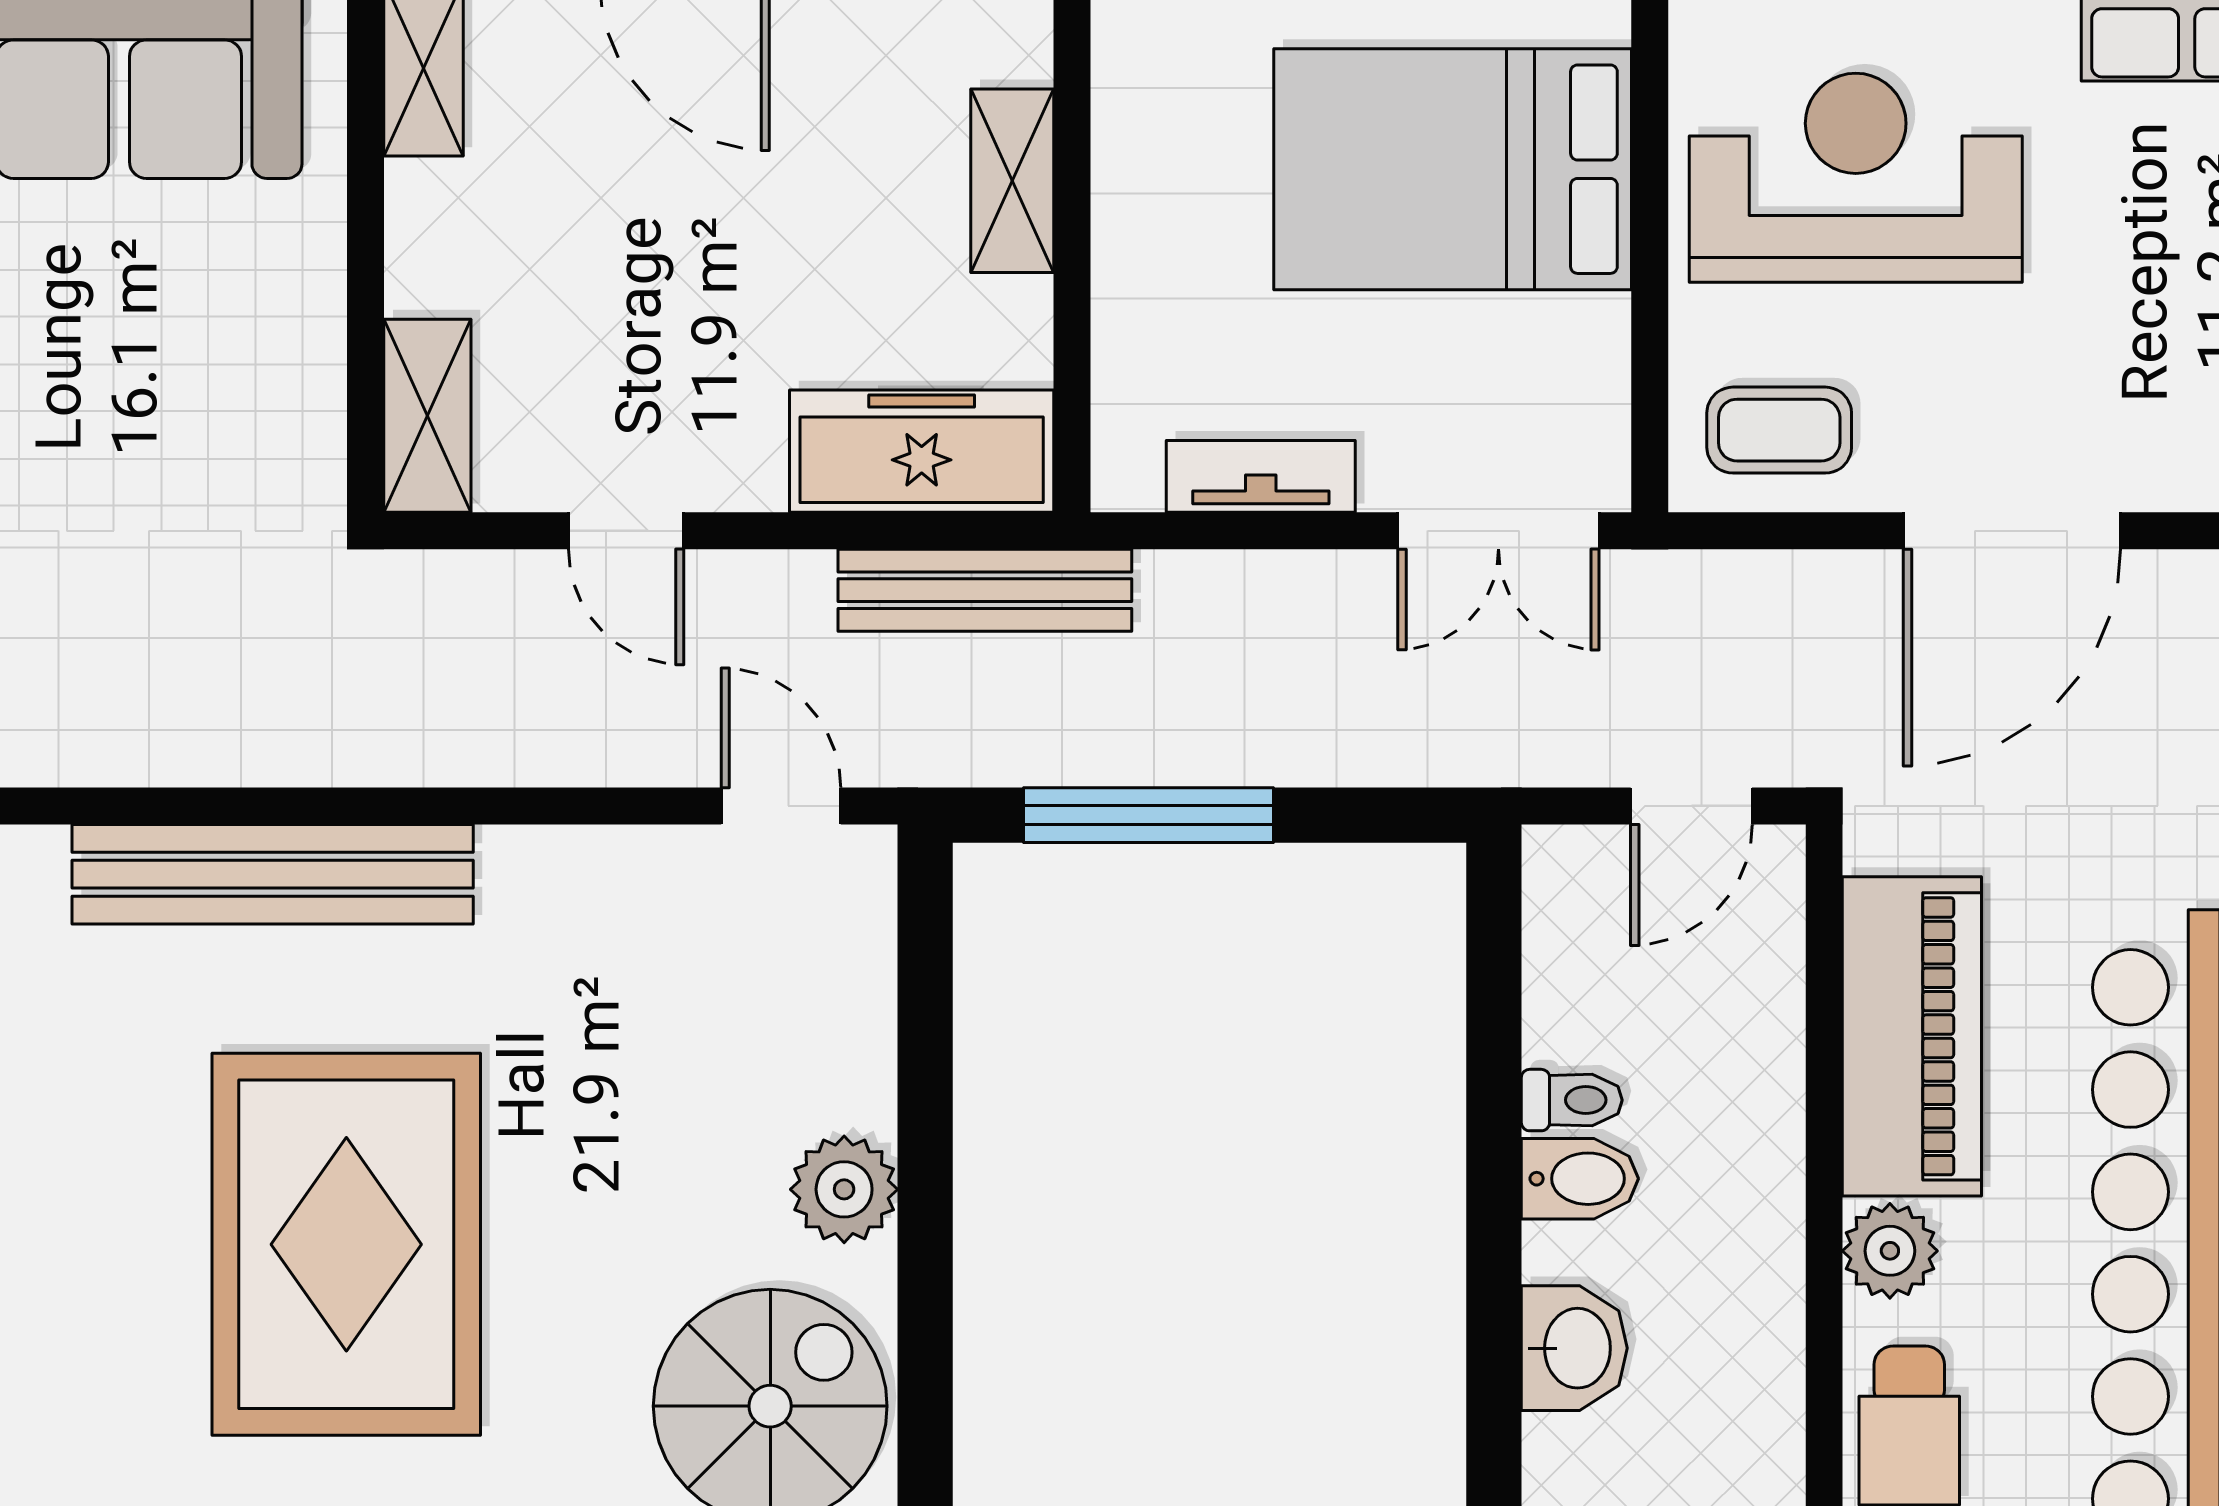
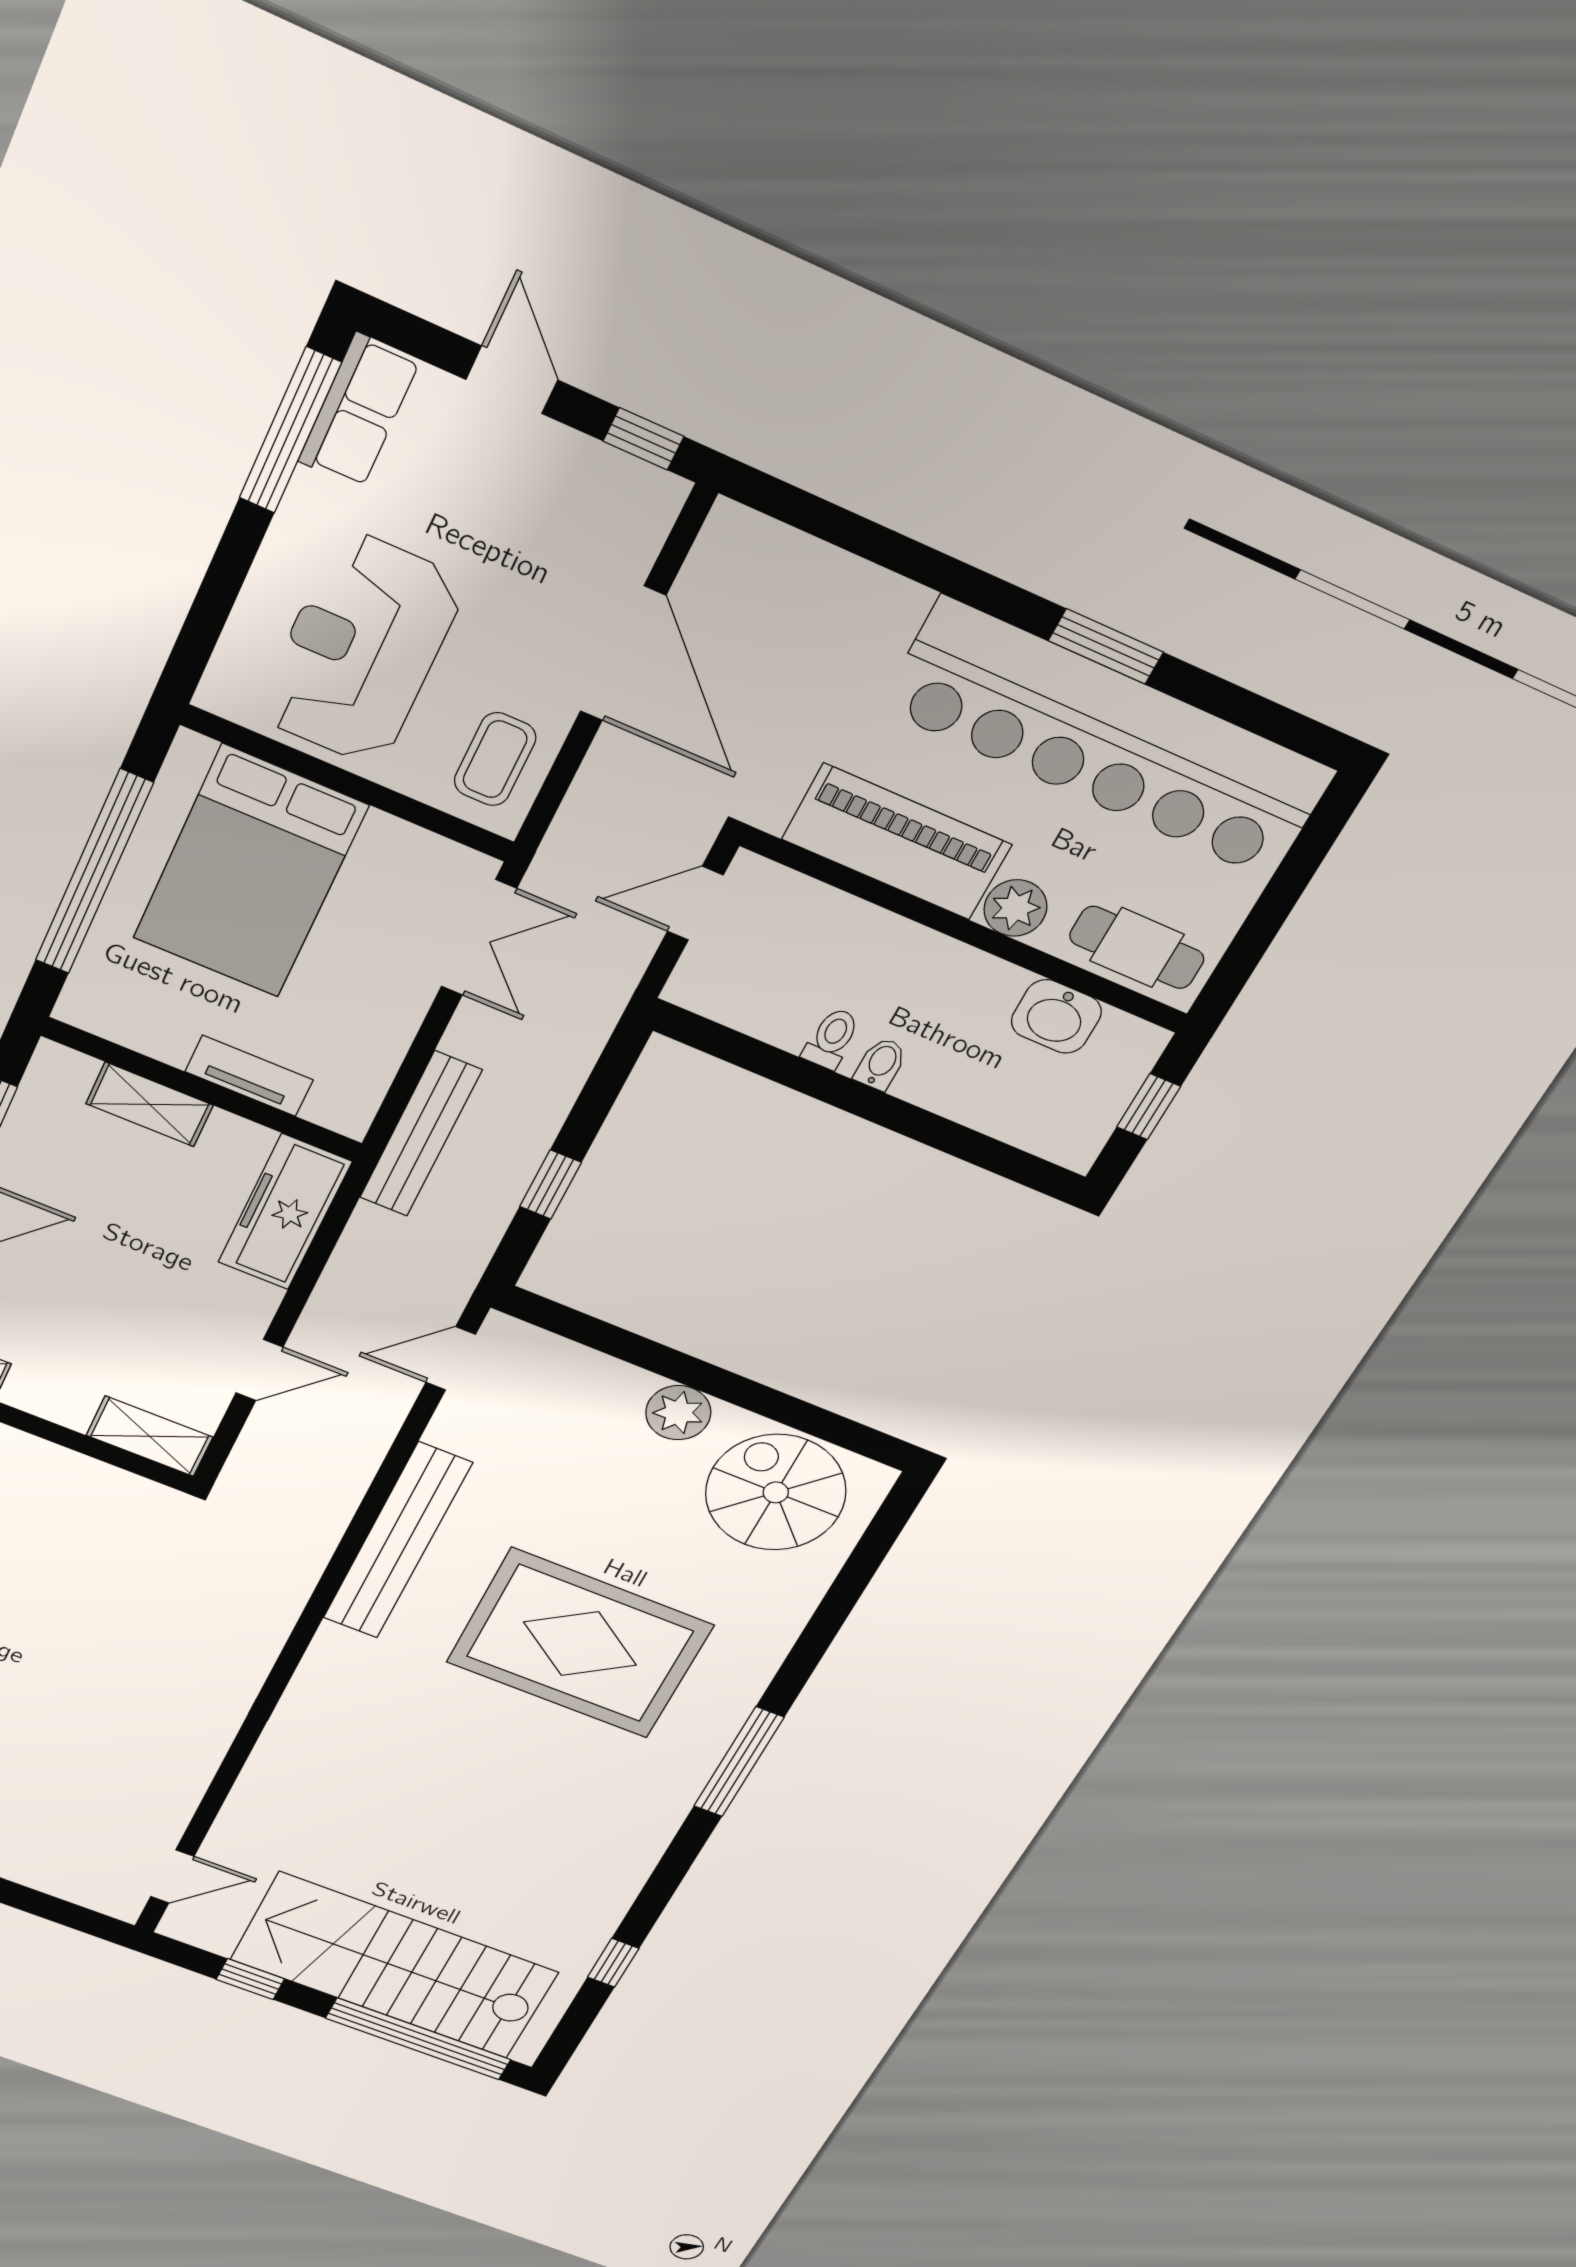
tv unit: (1261, 476) -> (249, 1076), moved, turned 90
bench: (985, 590) -> (421, 1134), moved
door: (1691, 806) -> (695, 903), swing flipped
window: (1148, 815) -> (550, 1185), width x0.46
bench: (273, 874) -> (397, 1541), moved
bidet: (1580, 1179) -> (881, 1064), width x0.72, depth x0.74
washbasin: (1574, 1348) -> (1056, 1016), moved, turned 180

